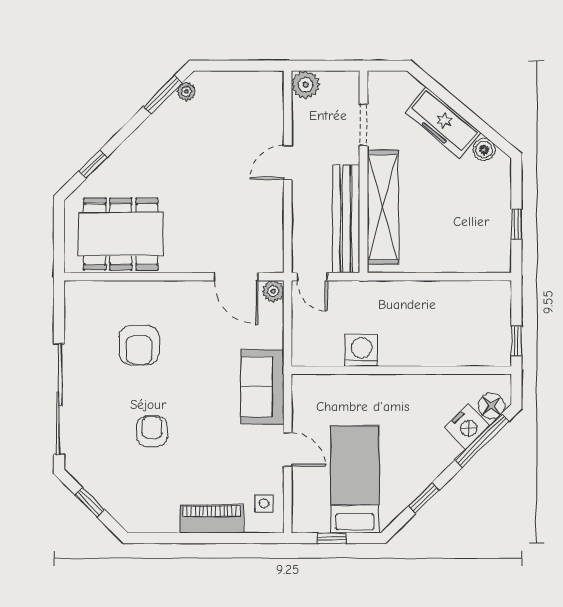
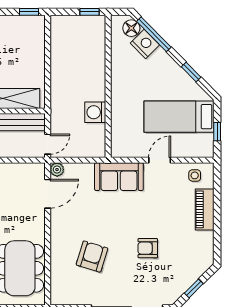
window: (516, 224) -> (29, 12), moved
armchair: (139, 345) -> (92, 256), turned -73

